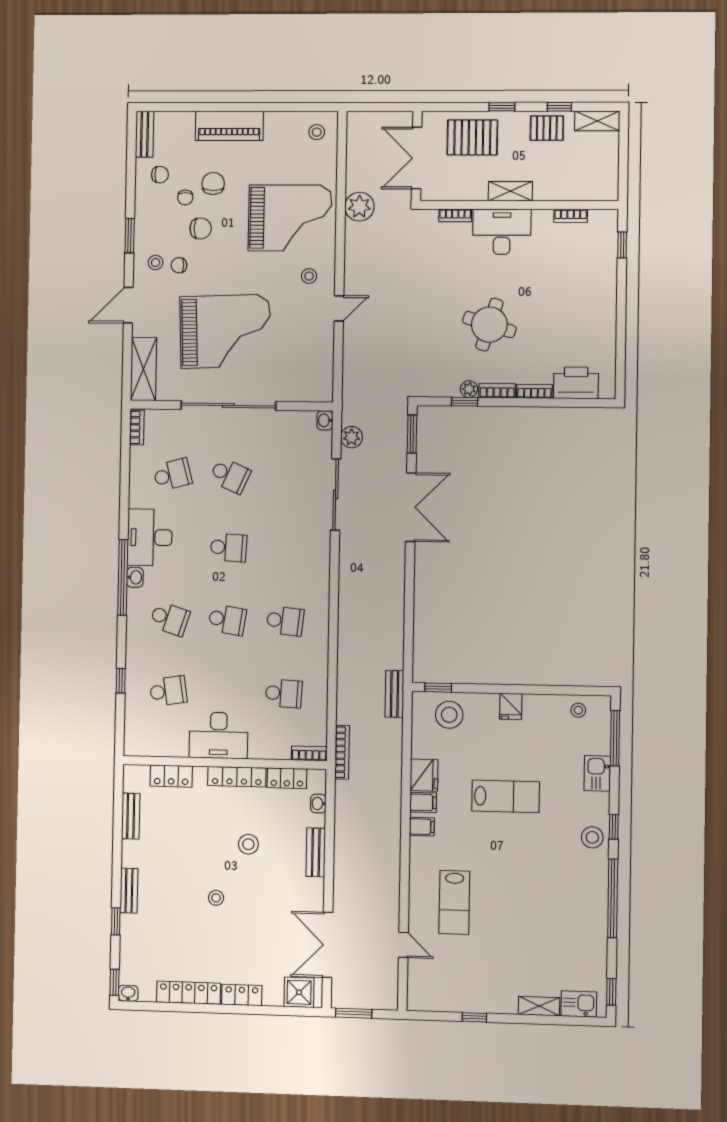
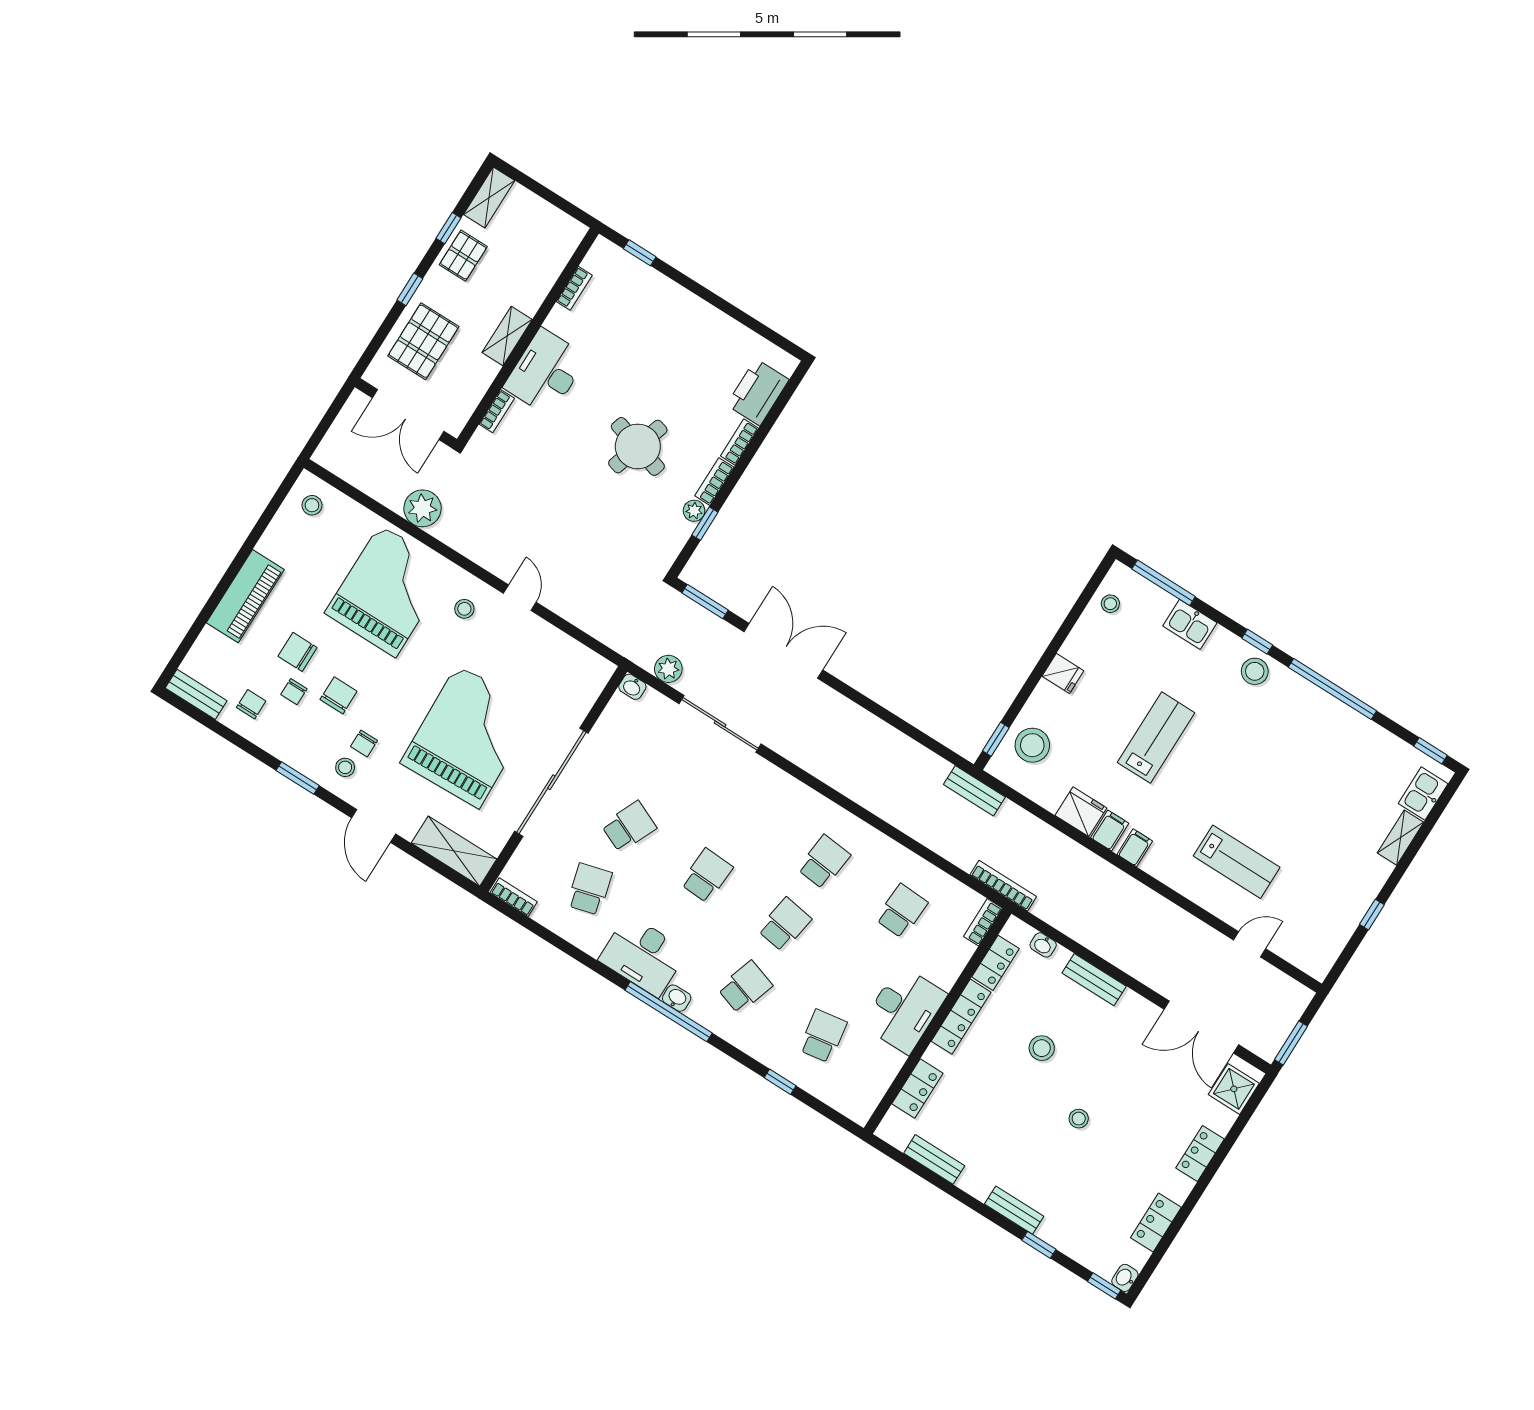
chair: (185, 197) -> (294, 692), turned 90
locker: (189, 993) -> (1156, 1222), width x0.66

